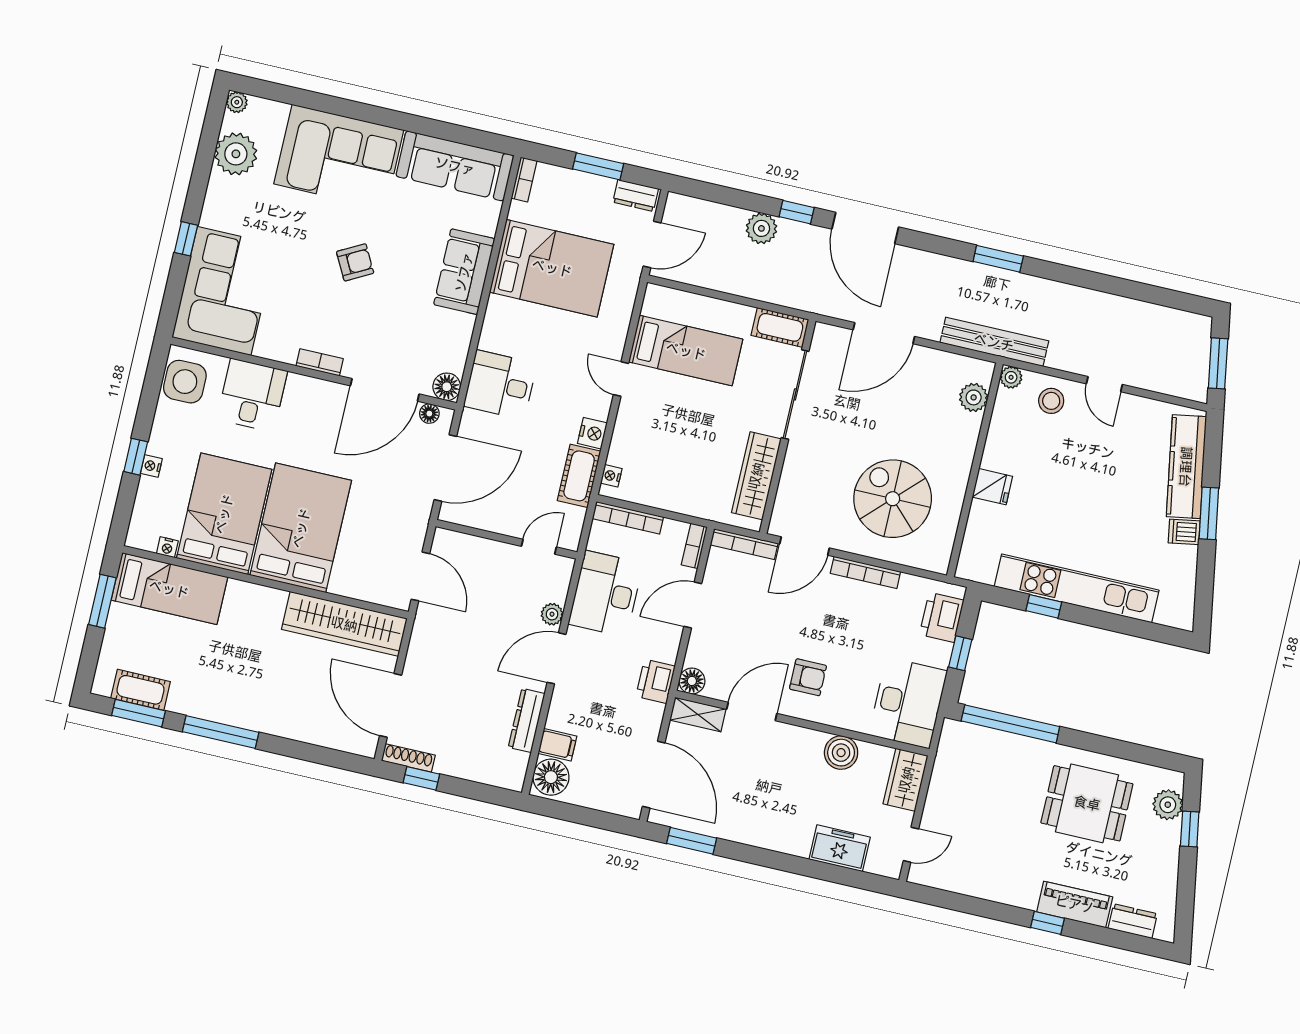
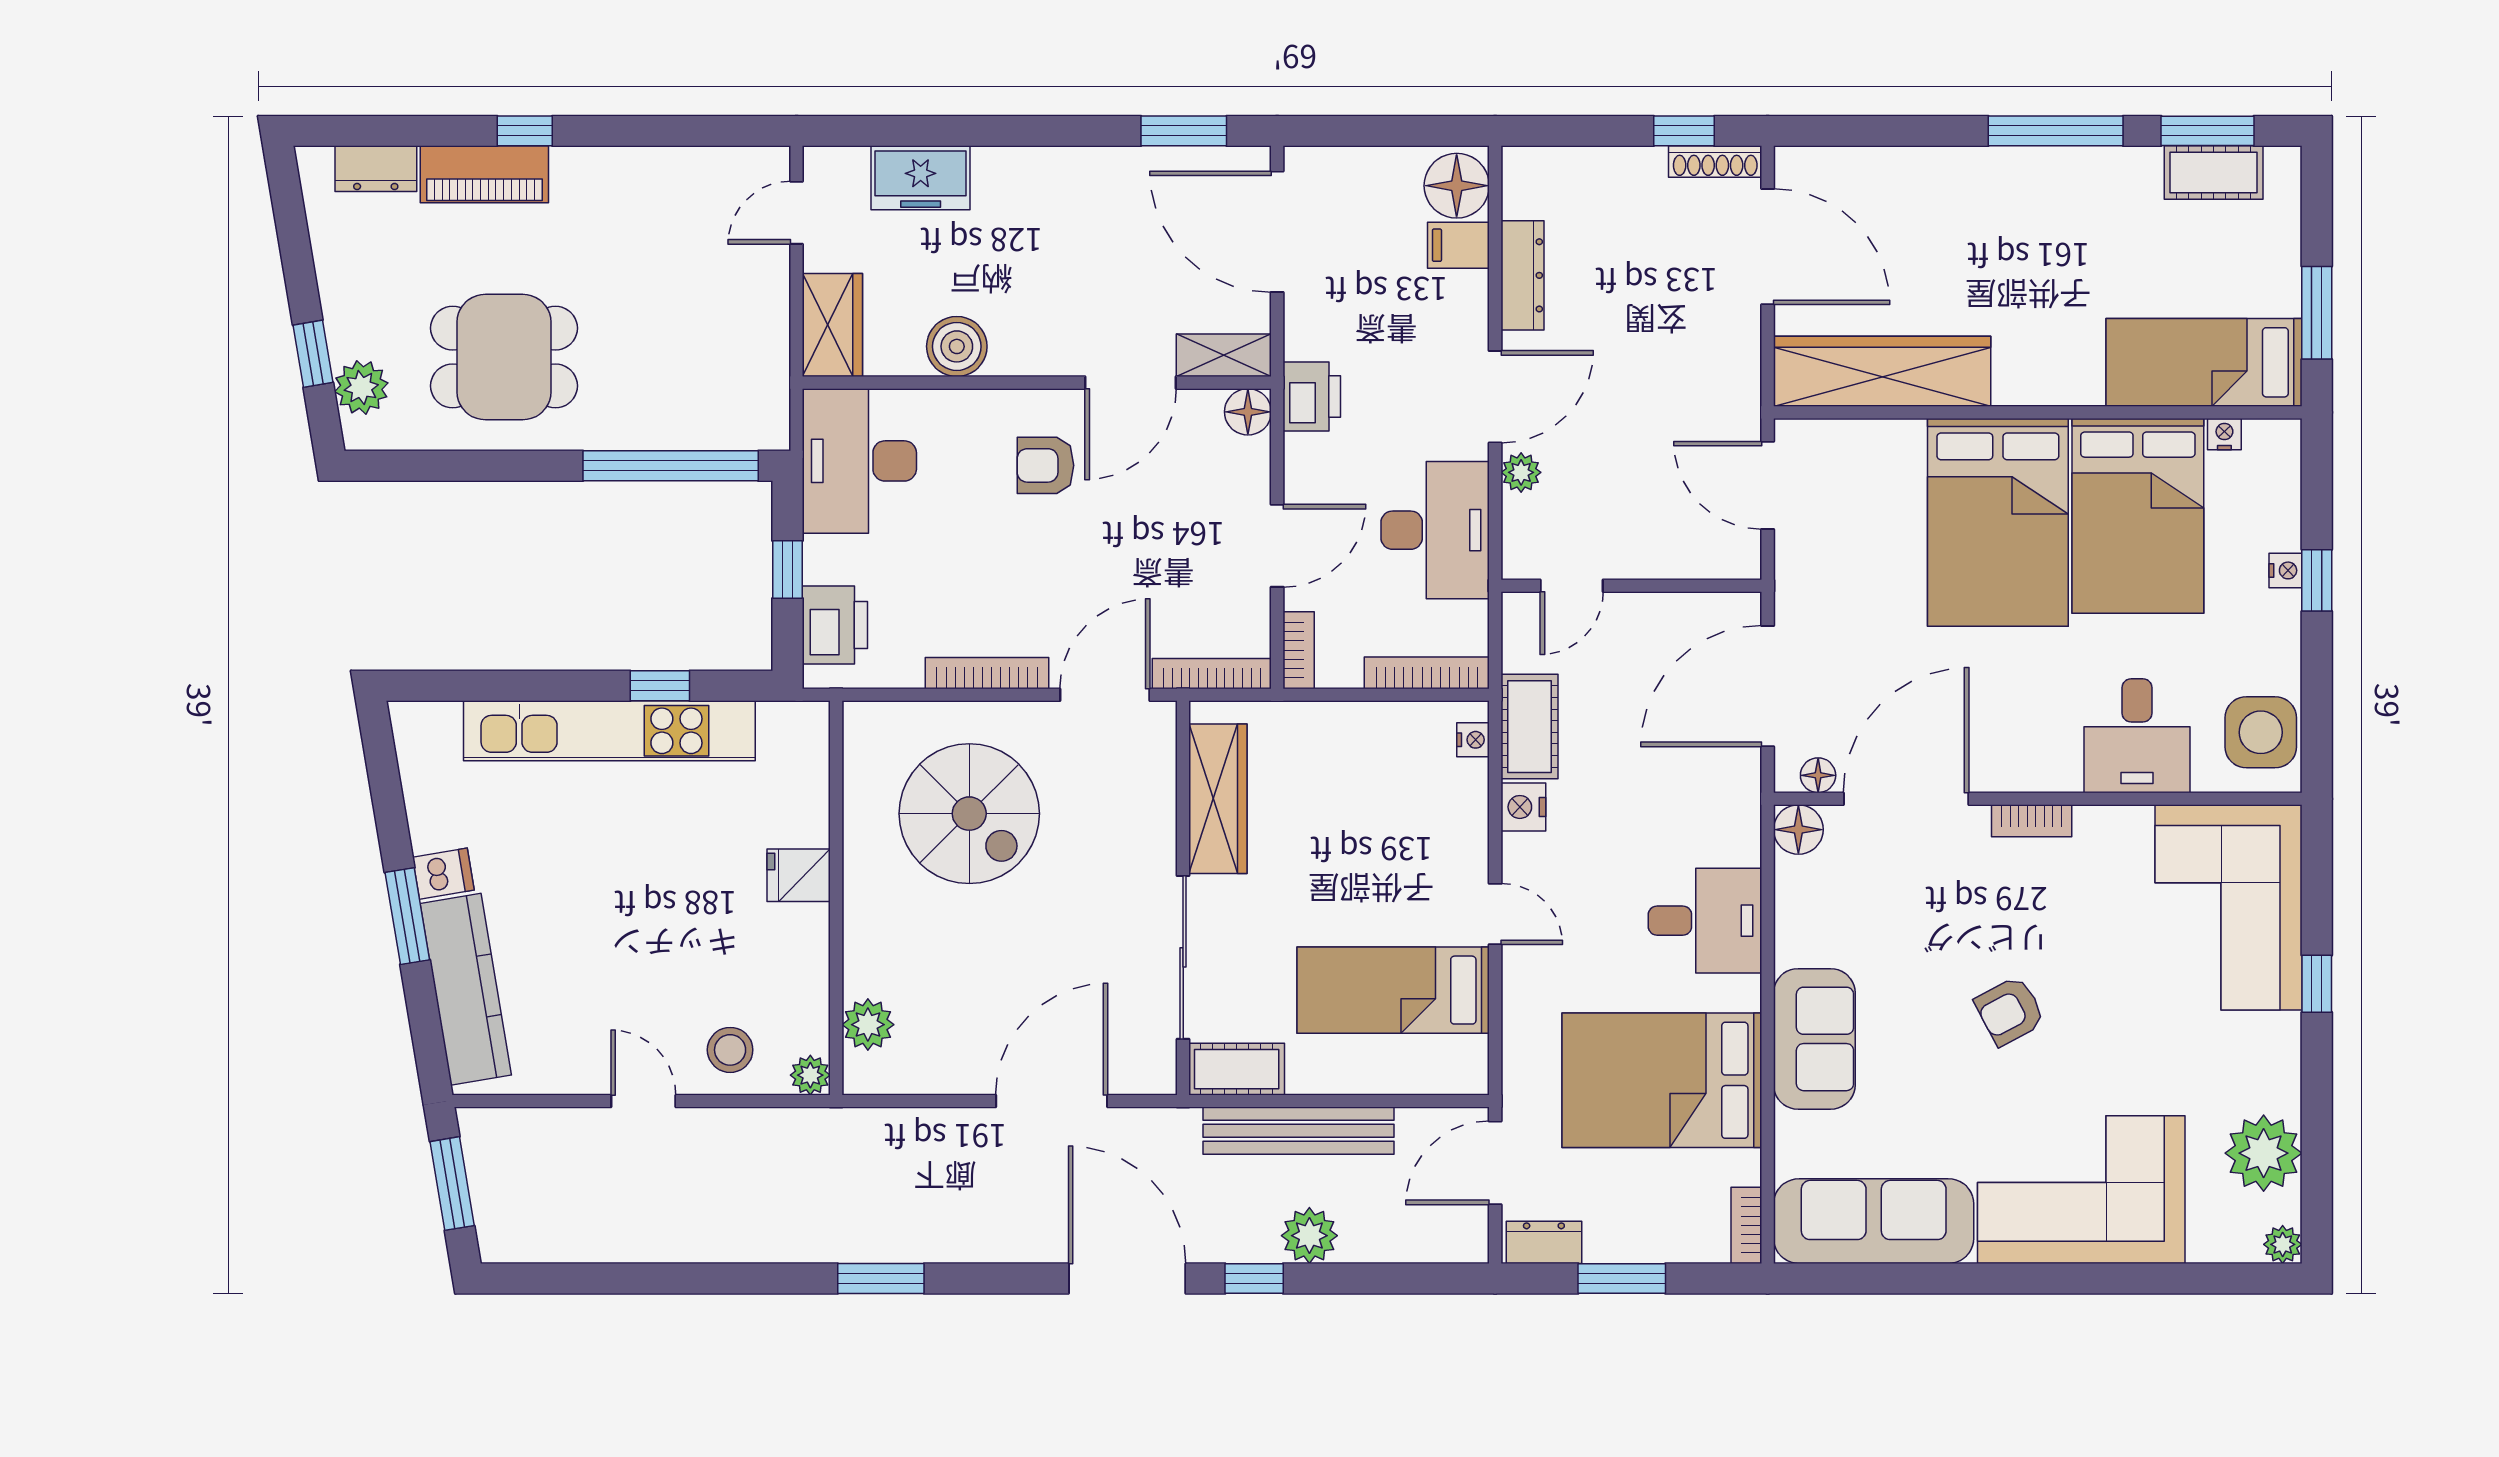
bench: (994, 342) -> (1298, 1131), moved
desk: (500, 385) -> (1705, 921), moved

